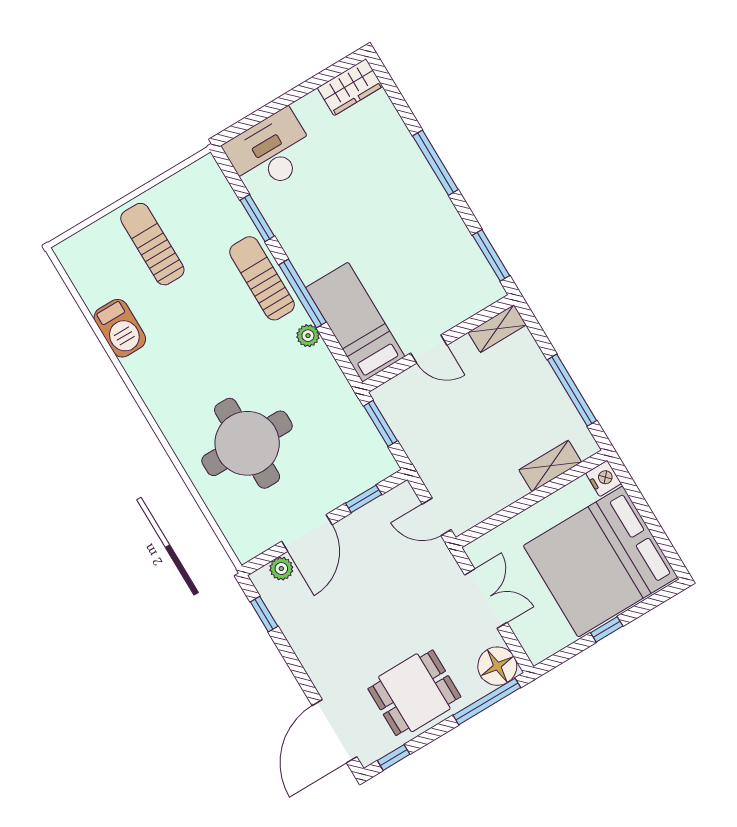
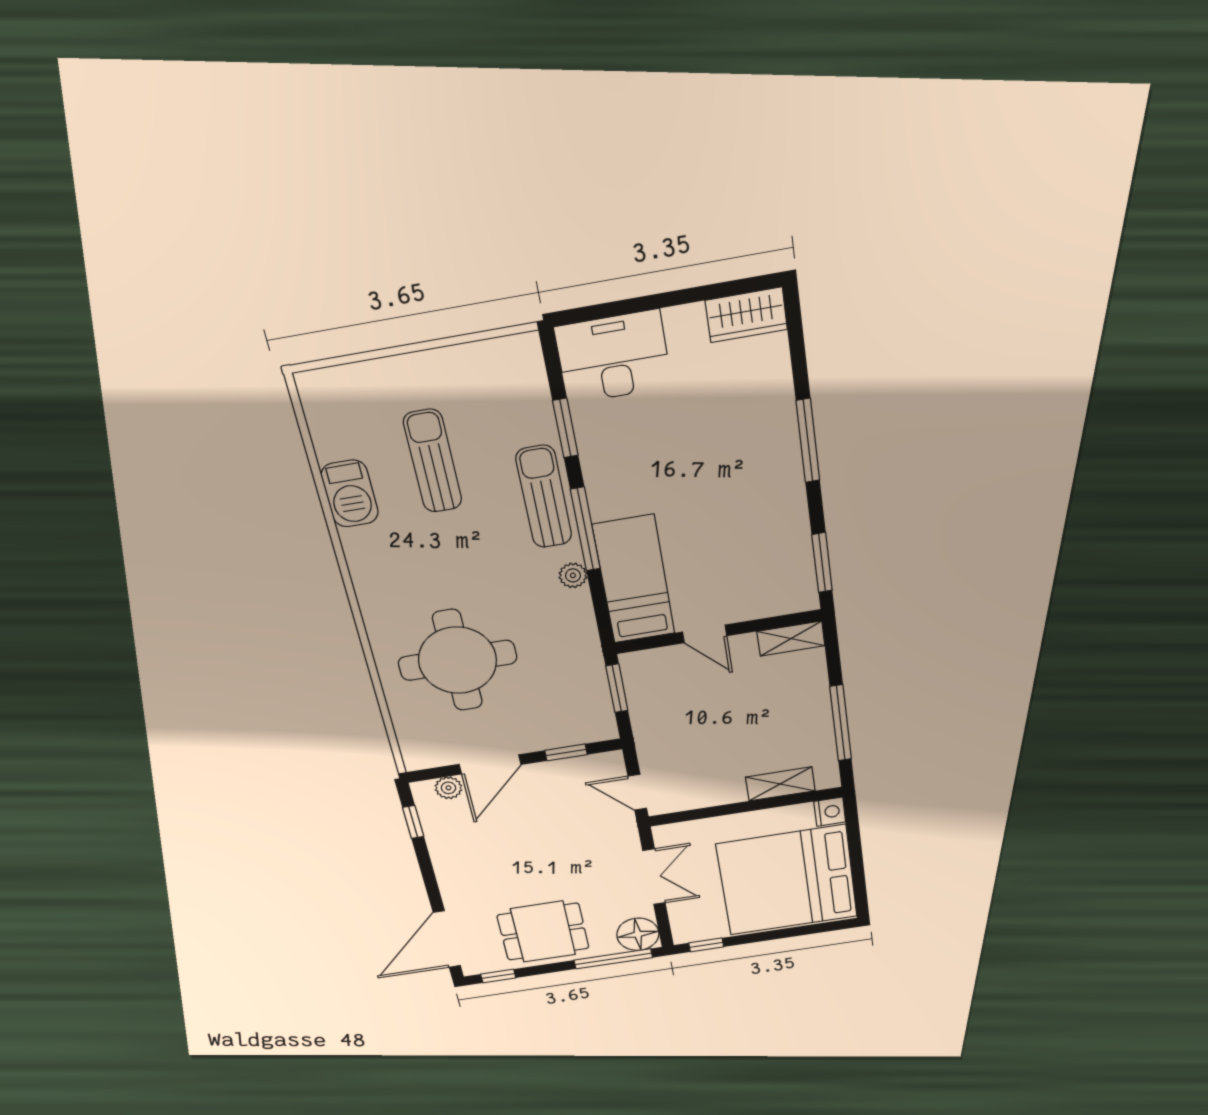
sun lounger: (152, 244) -> (433, 461), moved
window: (607, 629) -> (706, 945), moved

